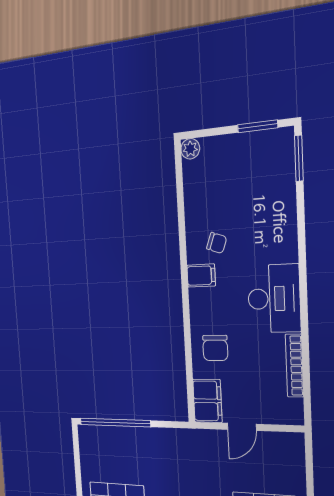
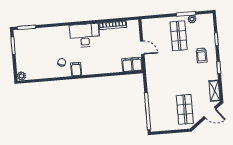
chair: (215, 348) -> (108, 61), removed

